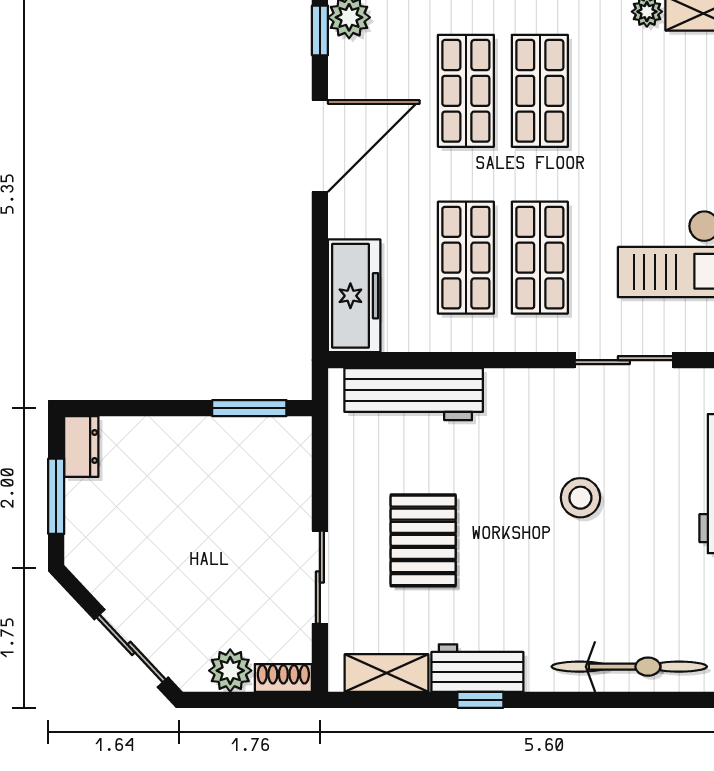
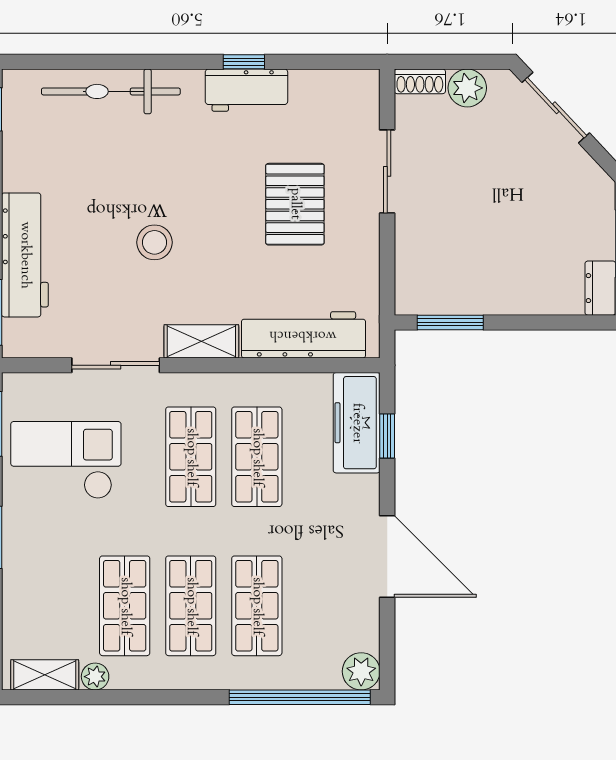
window: (320, 30) -> (387, 436), moved
shop shelf: (614, 91) -> (125, 606), added
door: (320, 146) -> (387, 556), swing flipped
shelving: (387, 673) -> (201, 341), moved

